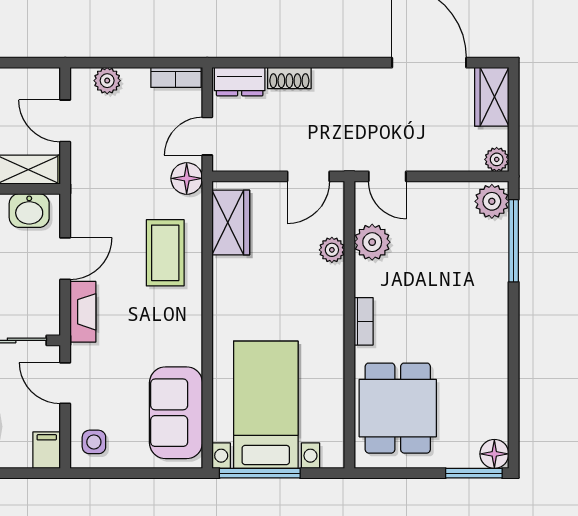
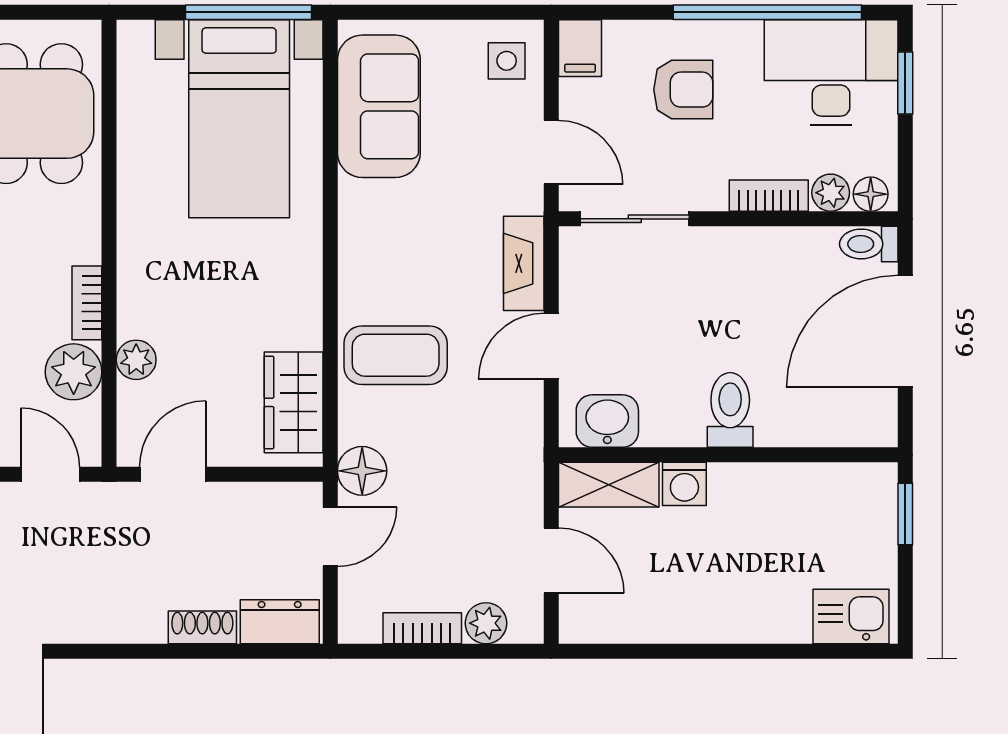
bookcase: (176, 77) -> (422, 628), moved
coffee table: (165, 253) -> (396, 355), turned 90
bookcase: (364, 321) -> (87, 303), moved

